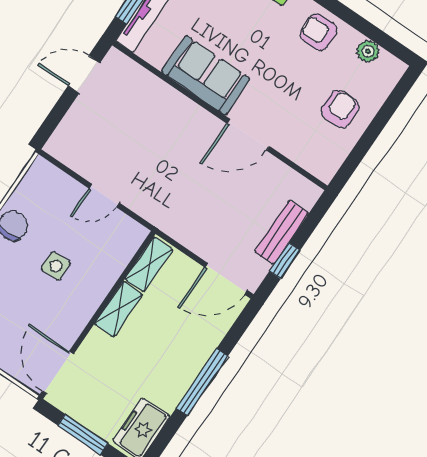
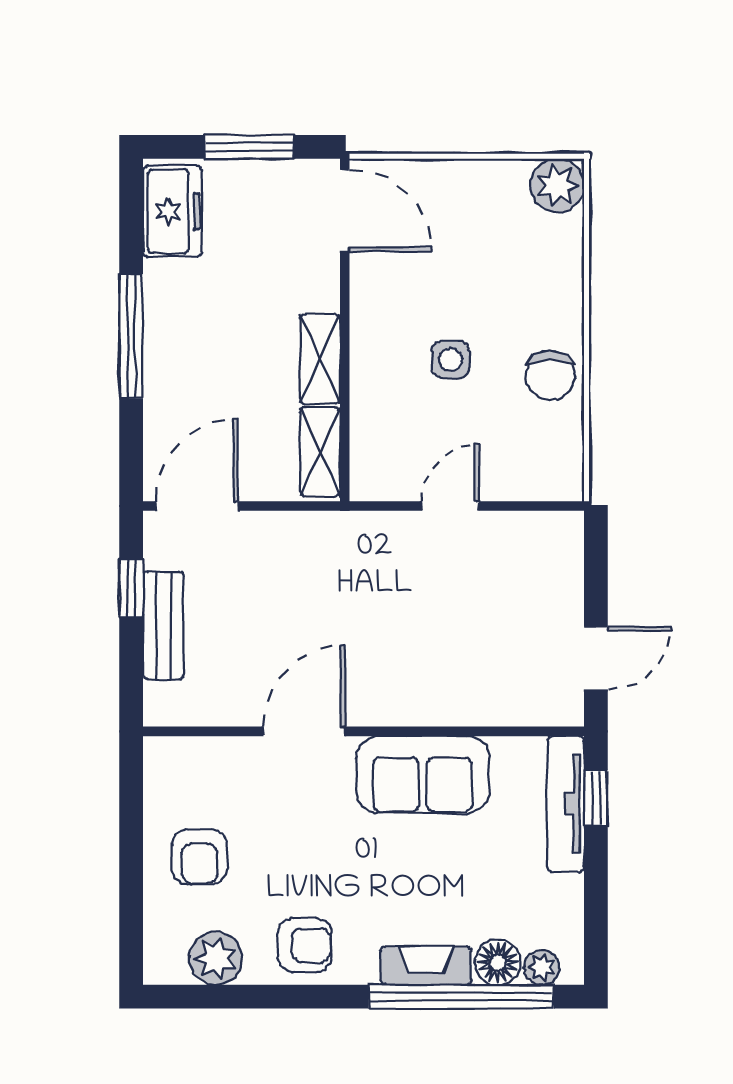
plant: (368, 51) -> (216, 958), width x1.38, depth x1.38

